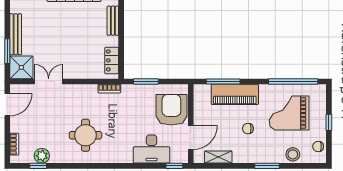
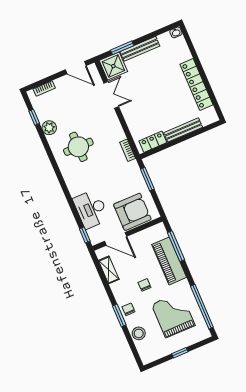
bench: (113, 21) -> (183, 130), width x1.36
chair: (318, 147) -> (128, 309), moved
plant: (42, 156) -> (49, 128), moved

